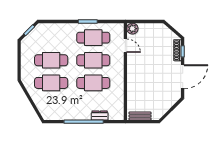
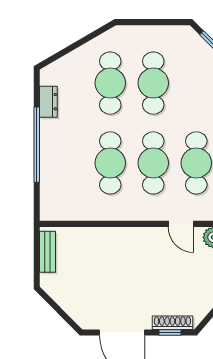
door: (125, 46) -> (181, 224), hinge flipped
dresser: (100, 116) -> (48, 102), moved

